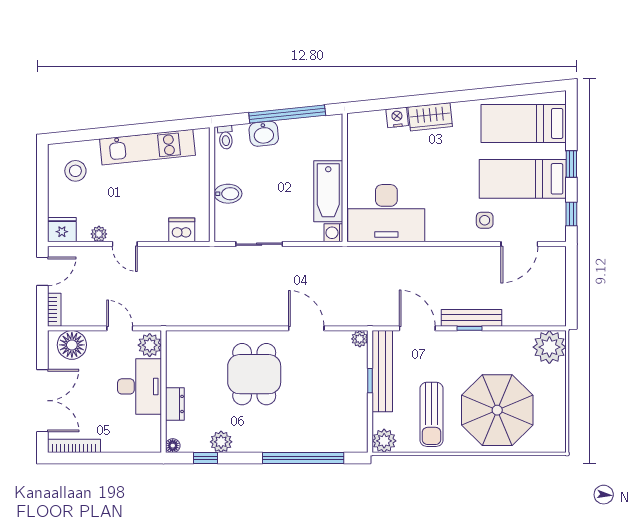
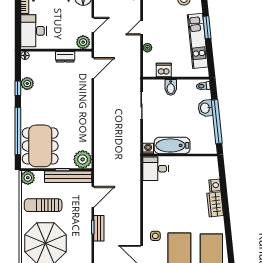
window: (124, 131) -> (207, 27), added
desk: (386, 213) -> (156, 169), width x0.53, depth x0.77
dishwasher: (182, 230) -> (164, 70), moved, turned -90
plant: (99, 234) -> (147, 48), moved
bench: (472, 318) -> (99, 228), width x0.73
door: (306, 328) -> (93, 68), moved
plant: (360, 339) -> (83, 159), width x1.87, depth x1.87
dining table: (254, 374) -> (40, 146), moved, width x1.38
desk: (139, 386) -> (34, 31), moved, turned 90
dresser: (175, 404) -> (65, 57), moved
window: (206, 458) -> (18, 88), moved

